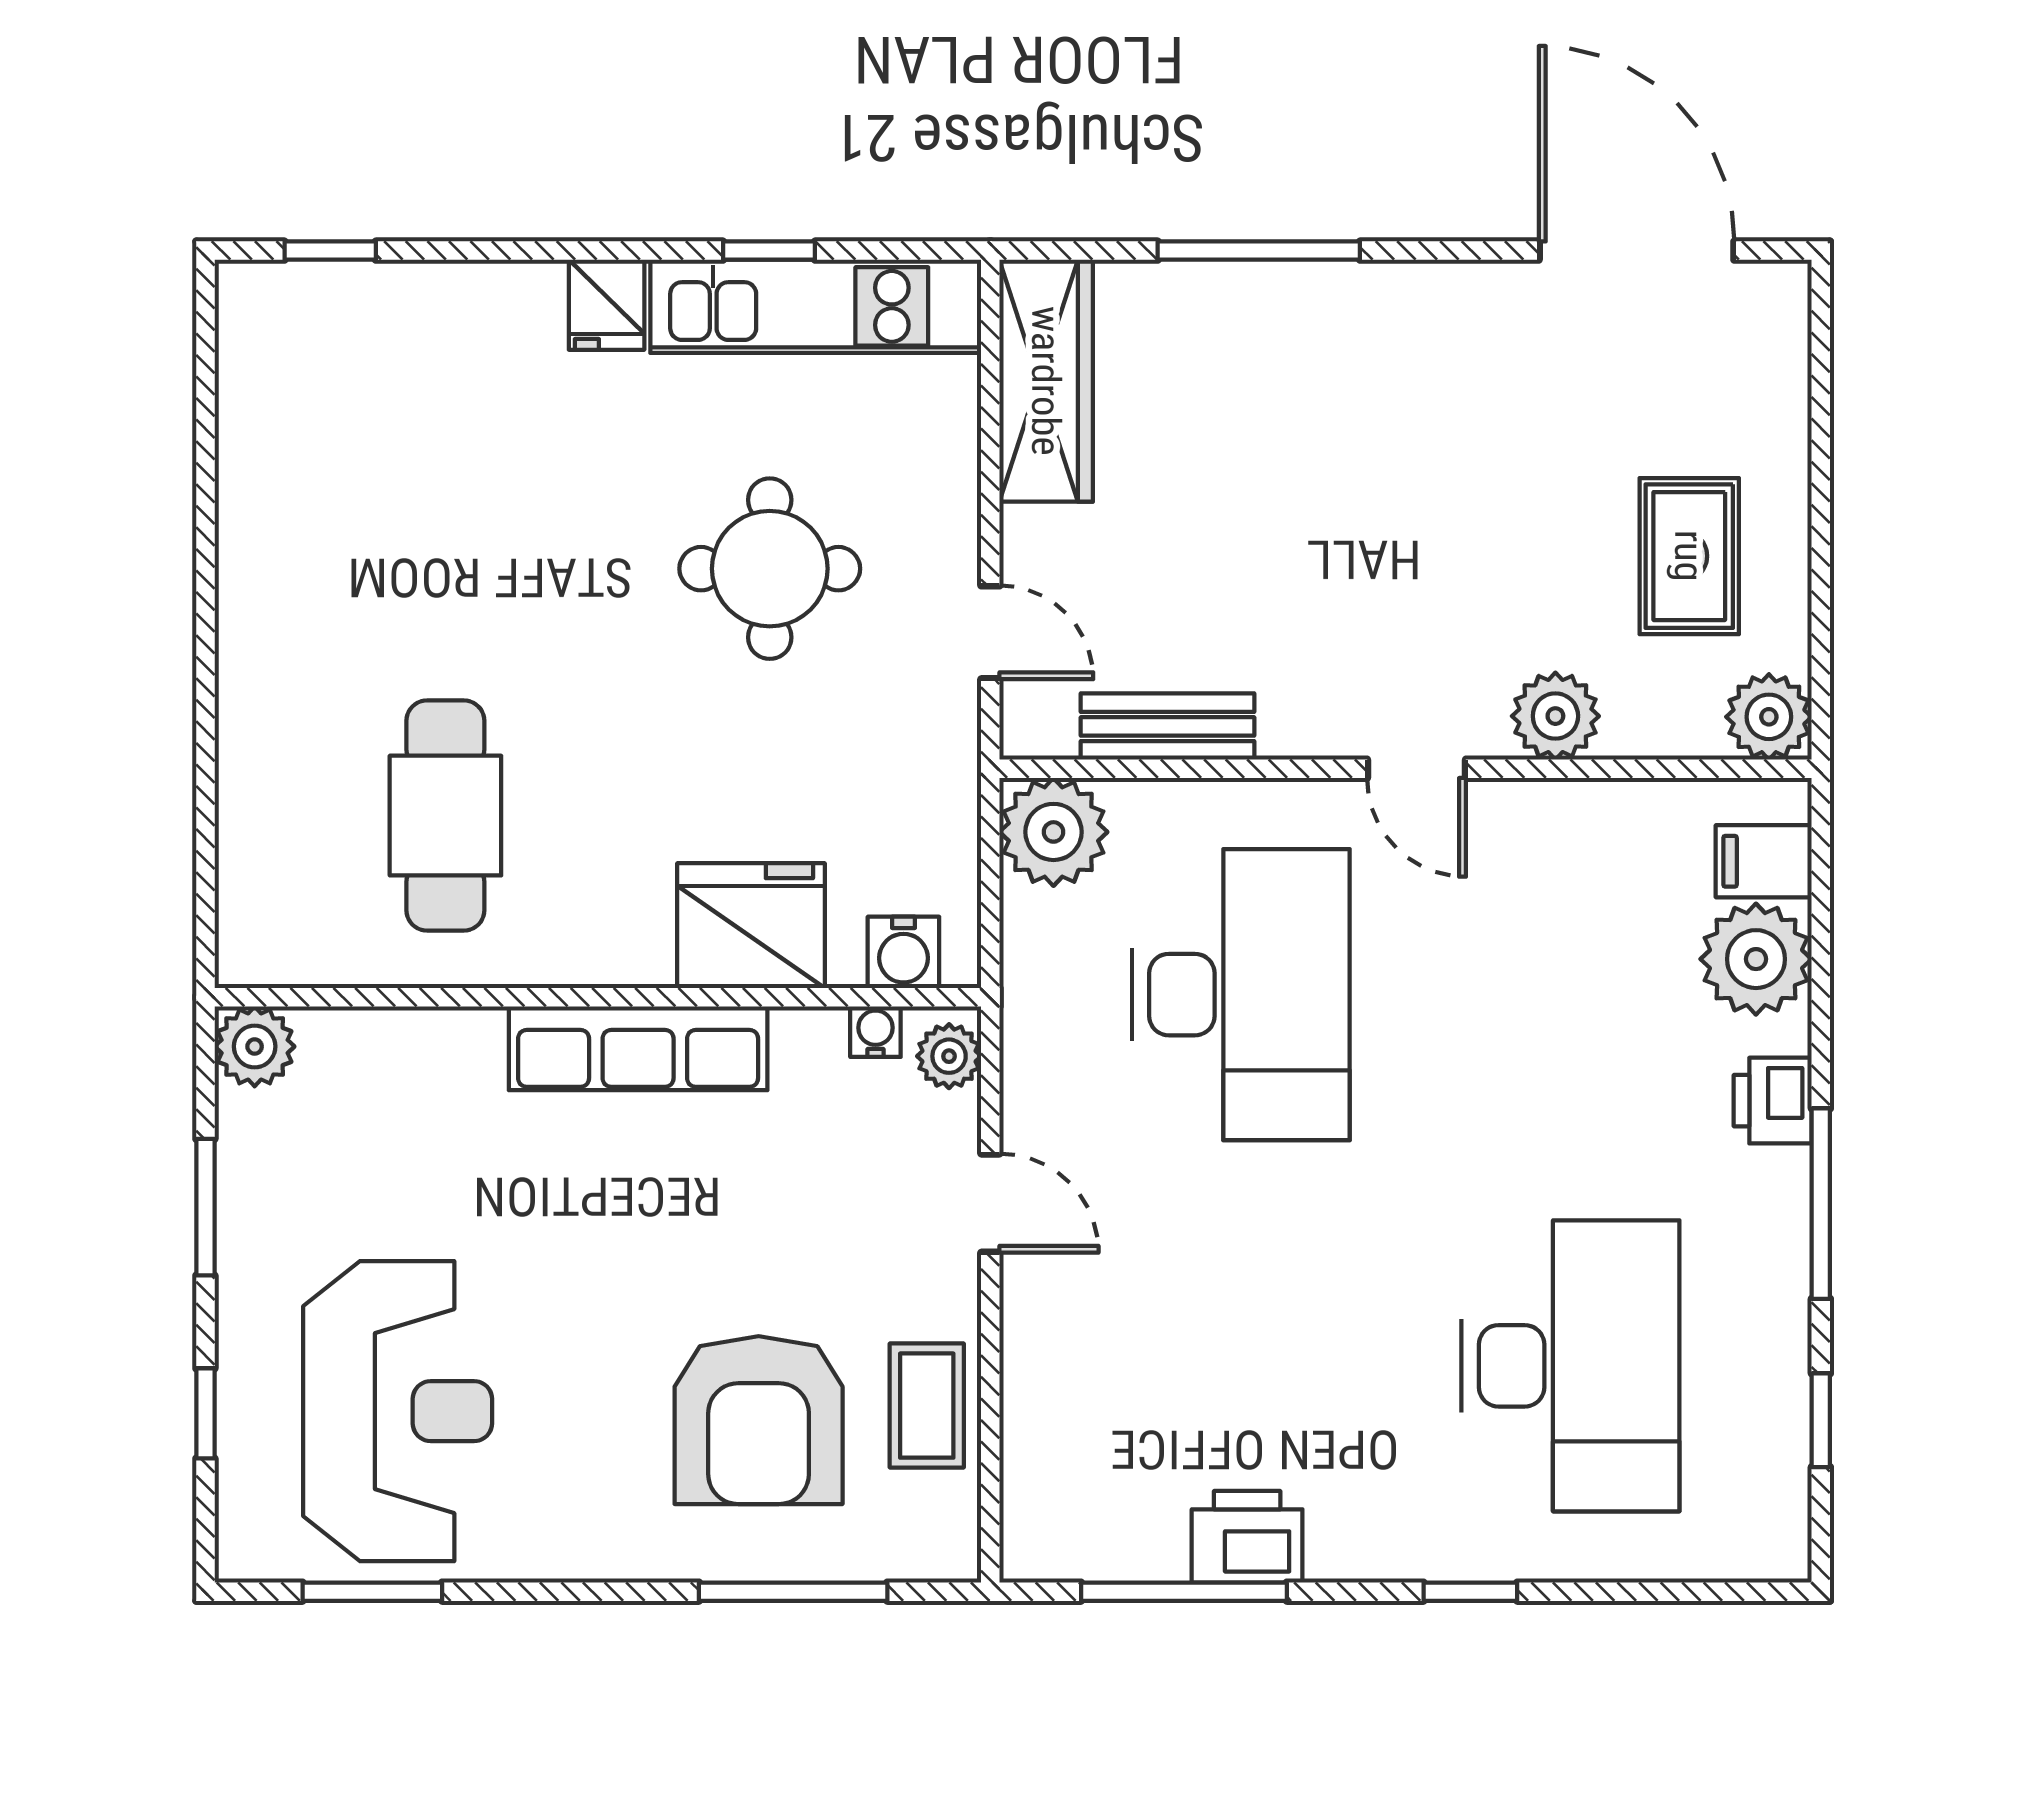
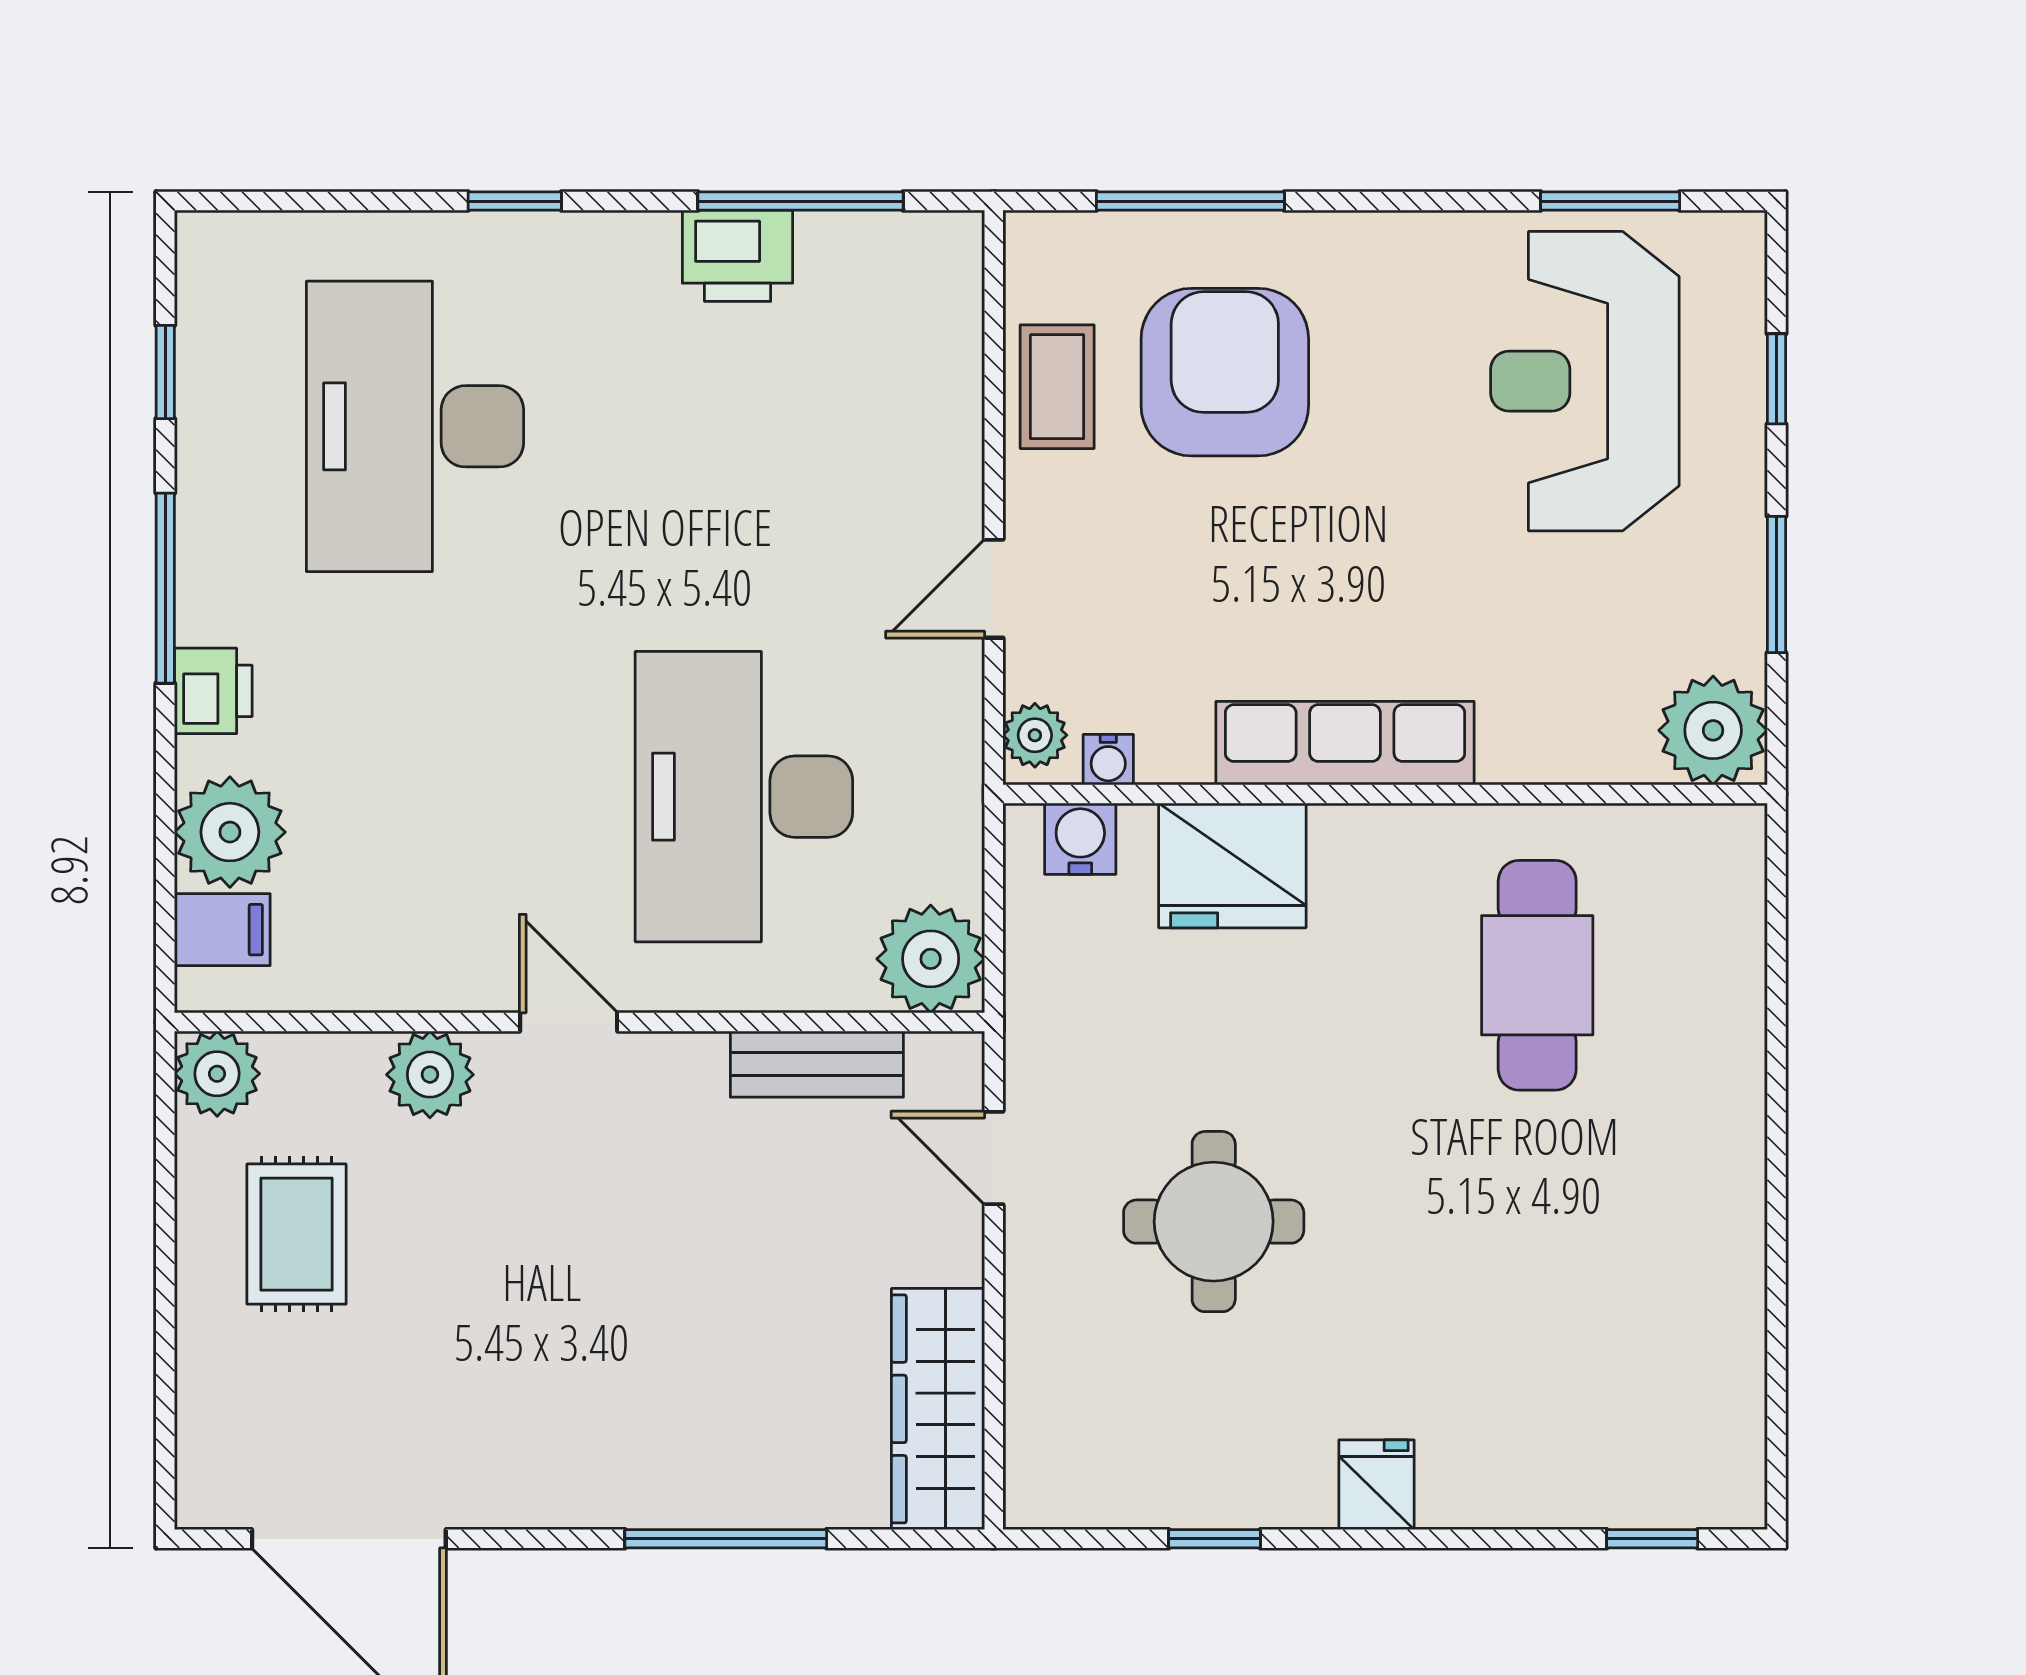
kitchen unit: (816, 306) -> (1168, 1483), removed
plant: (255, 1046) -> (1713, 730), width x1.36, depth x1.36
door: (990, 1203) -> (994, 589), hinge flipped

